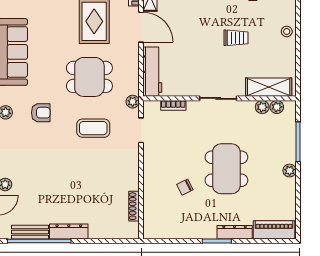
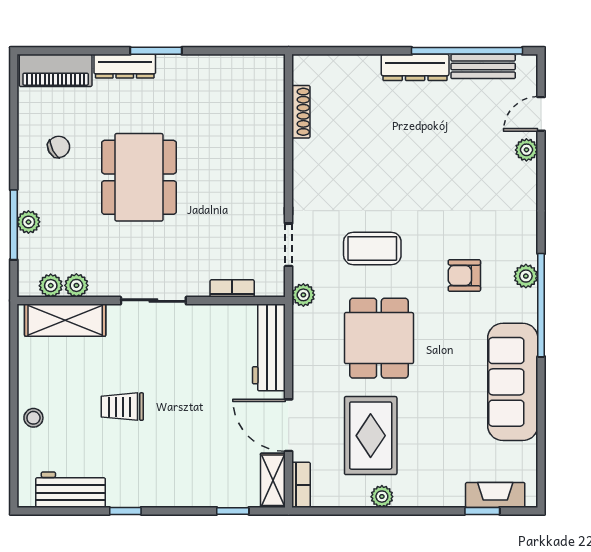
dining table: (89, 77) -> (379, 338), turned 90
plant: (290, 171) -> (28, 222), moved
chair: (185, 187) -> (59, 147), moved

